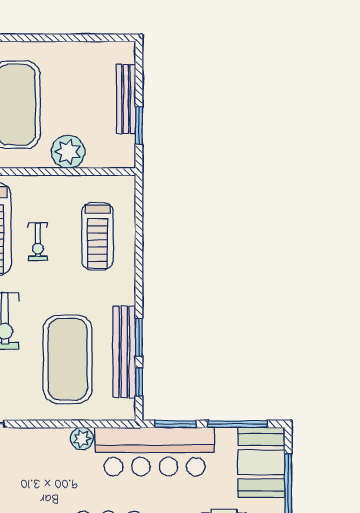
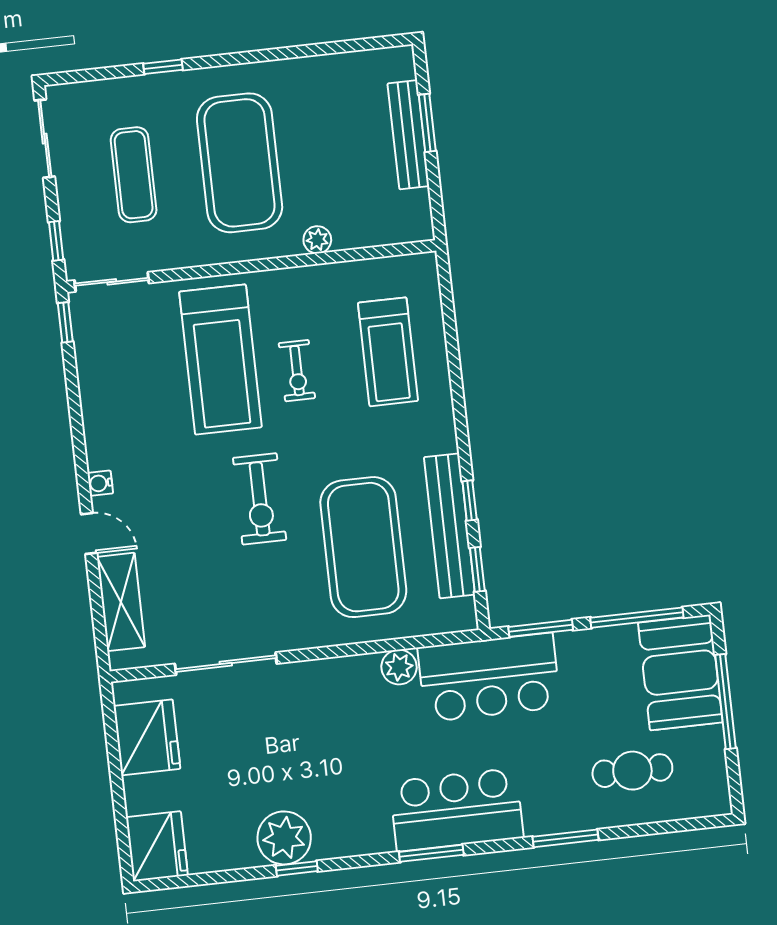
window: (139, 125) -> (427, 123), moved
plant: (68, 152) -> (317, 240), width x0.53, depth x0.53
window: (139, 337) -> (470, 500), width x0.67
bar counter: (155, 452) -> (489, 677), width x0.73

